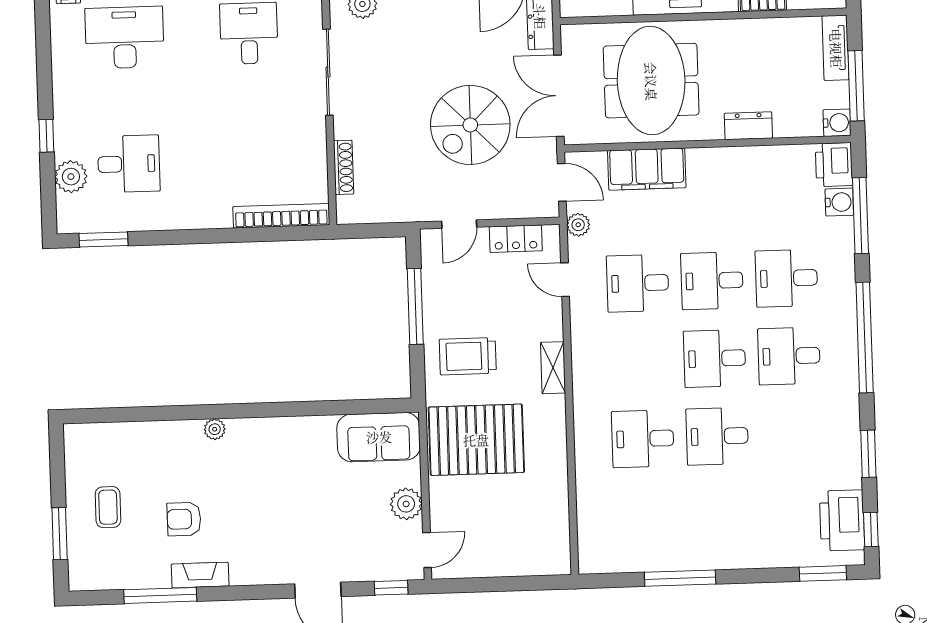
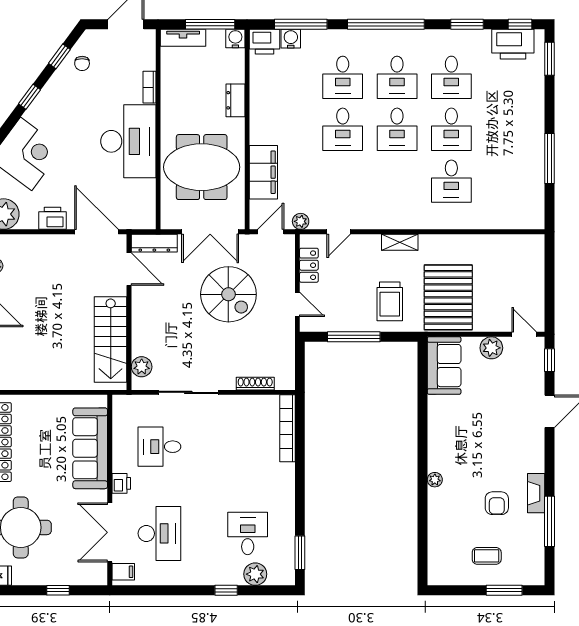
desk: (125, 37) -> (159, 533), turned 180
desk: (638, 283) -> (451, 77), moved

